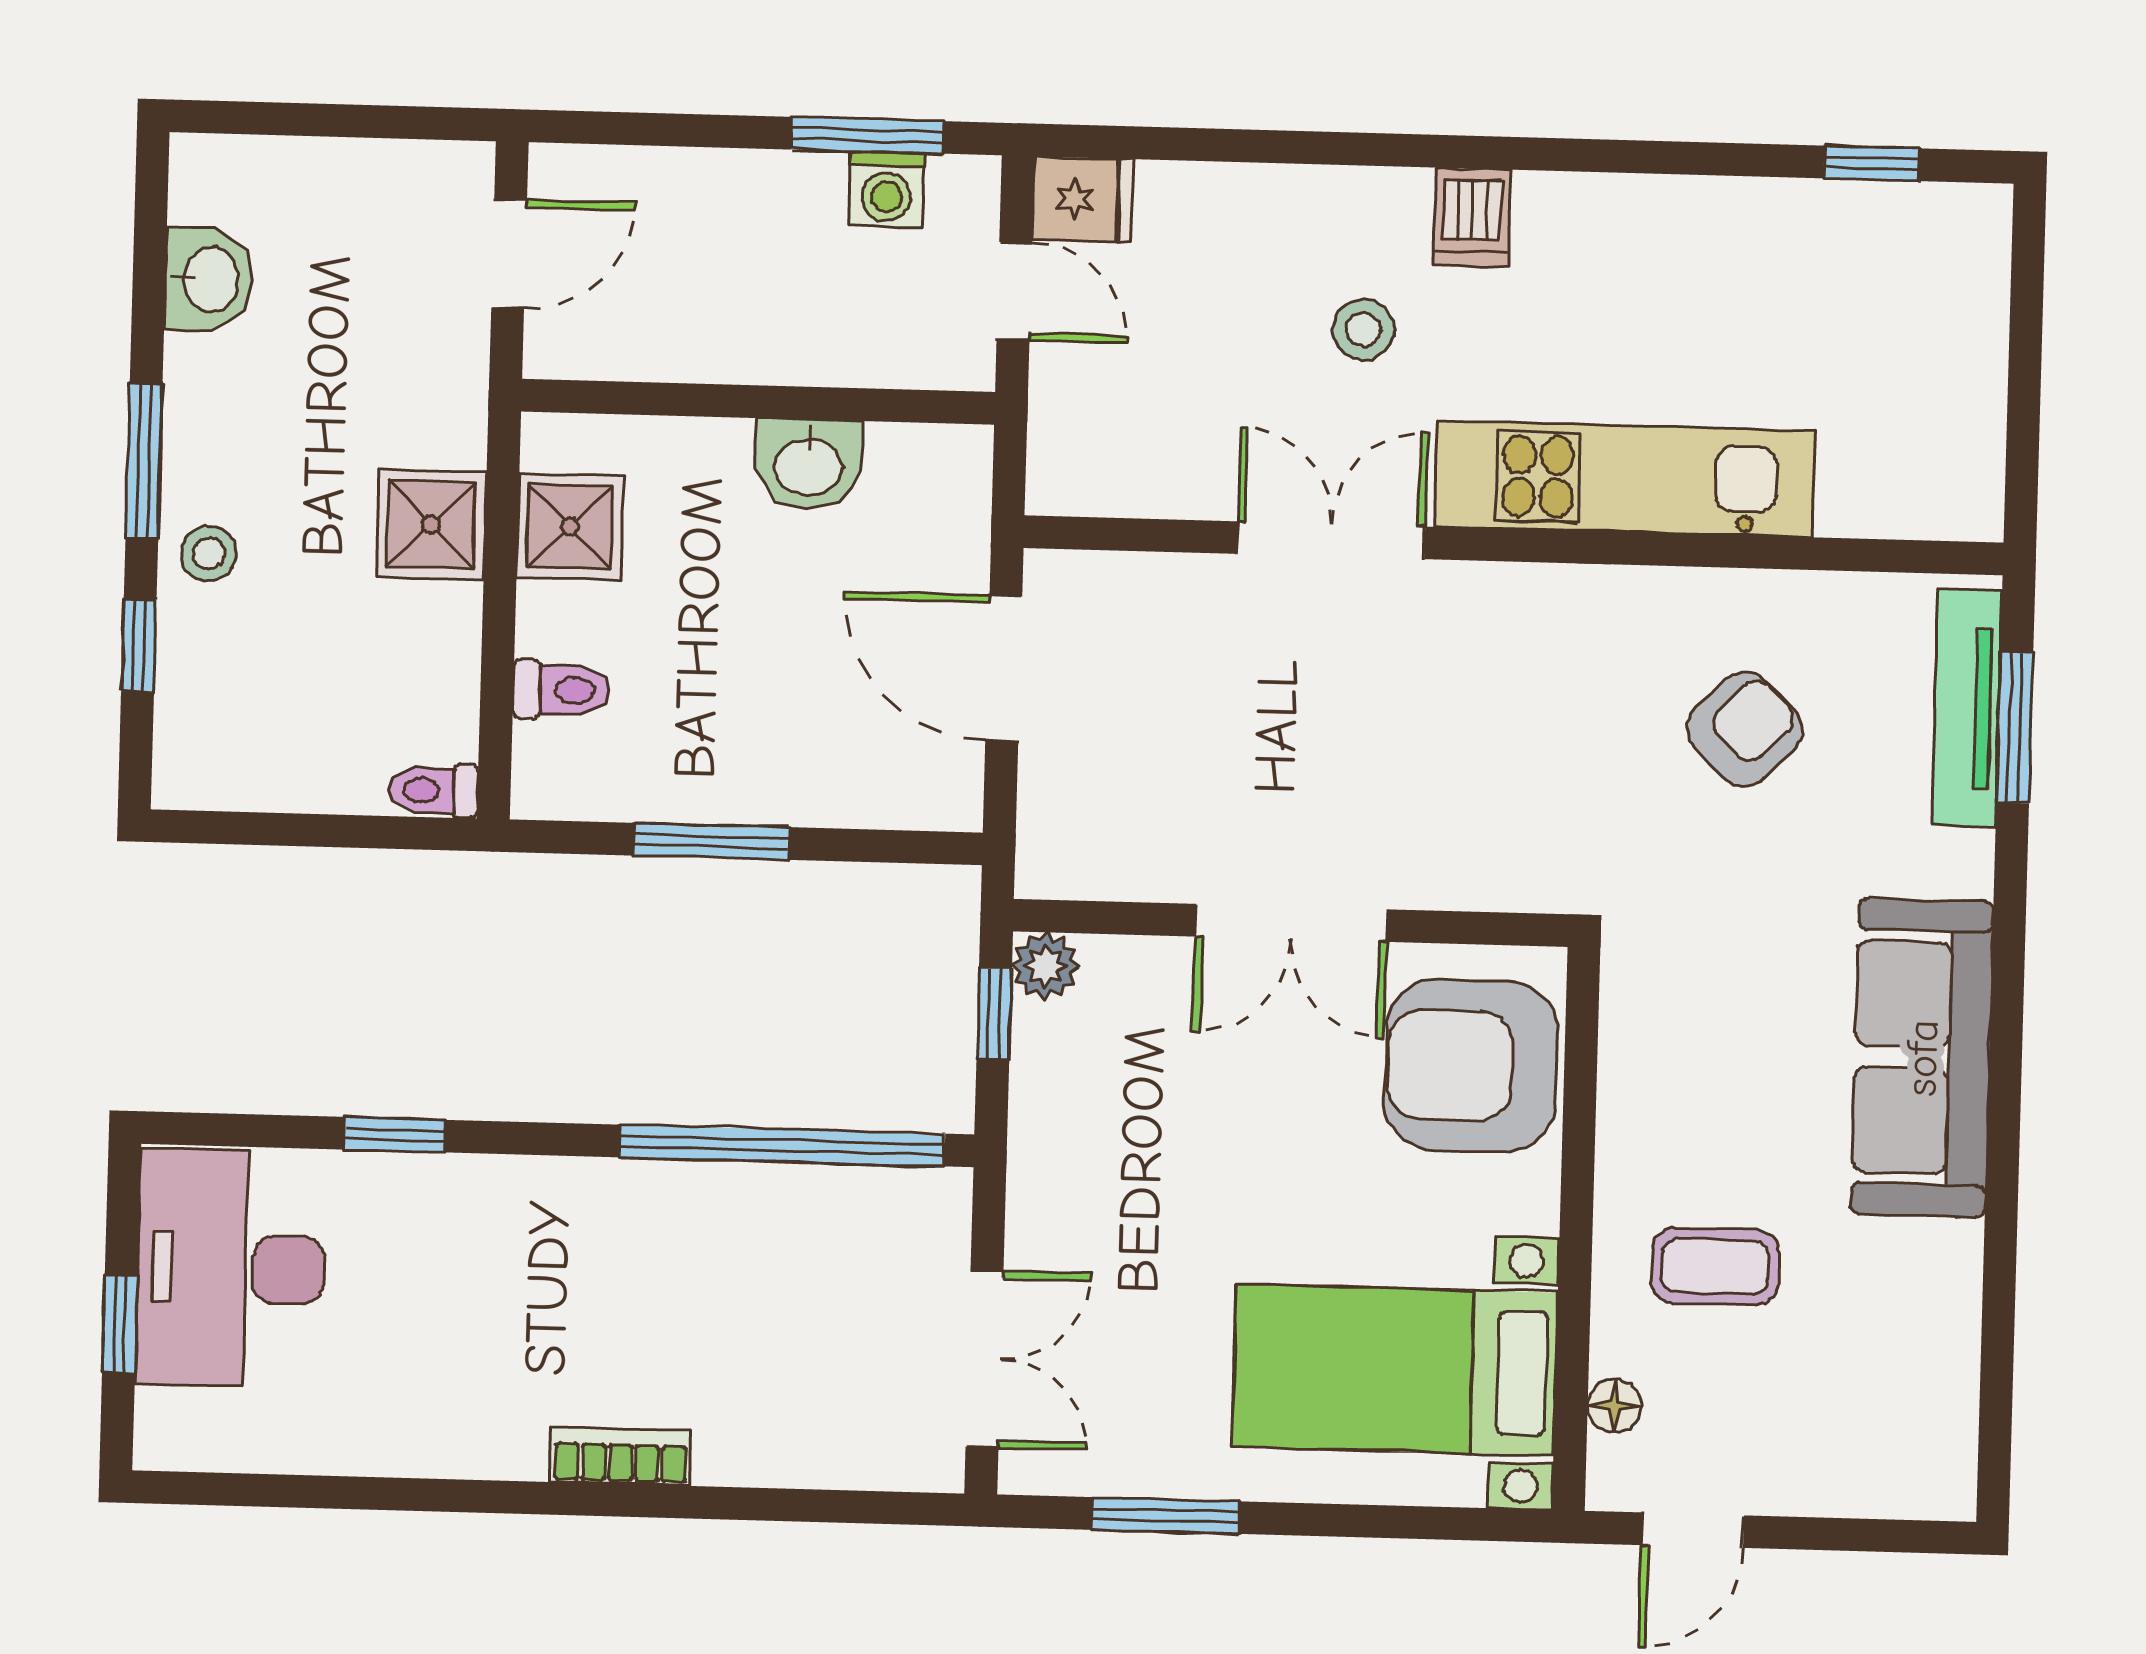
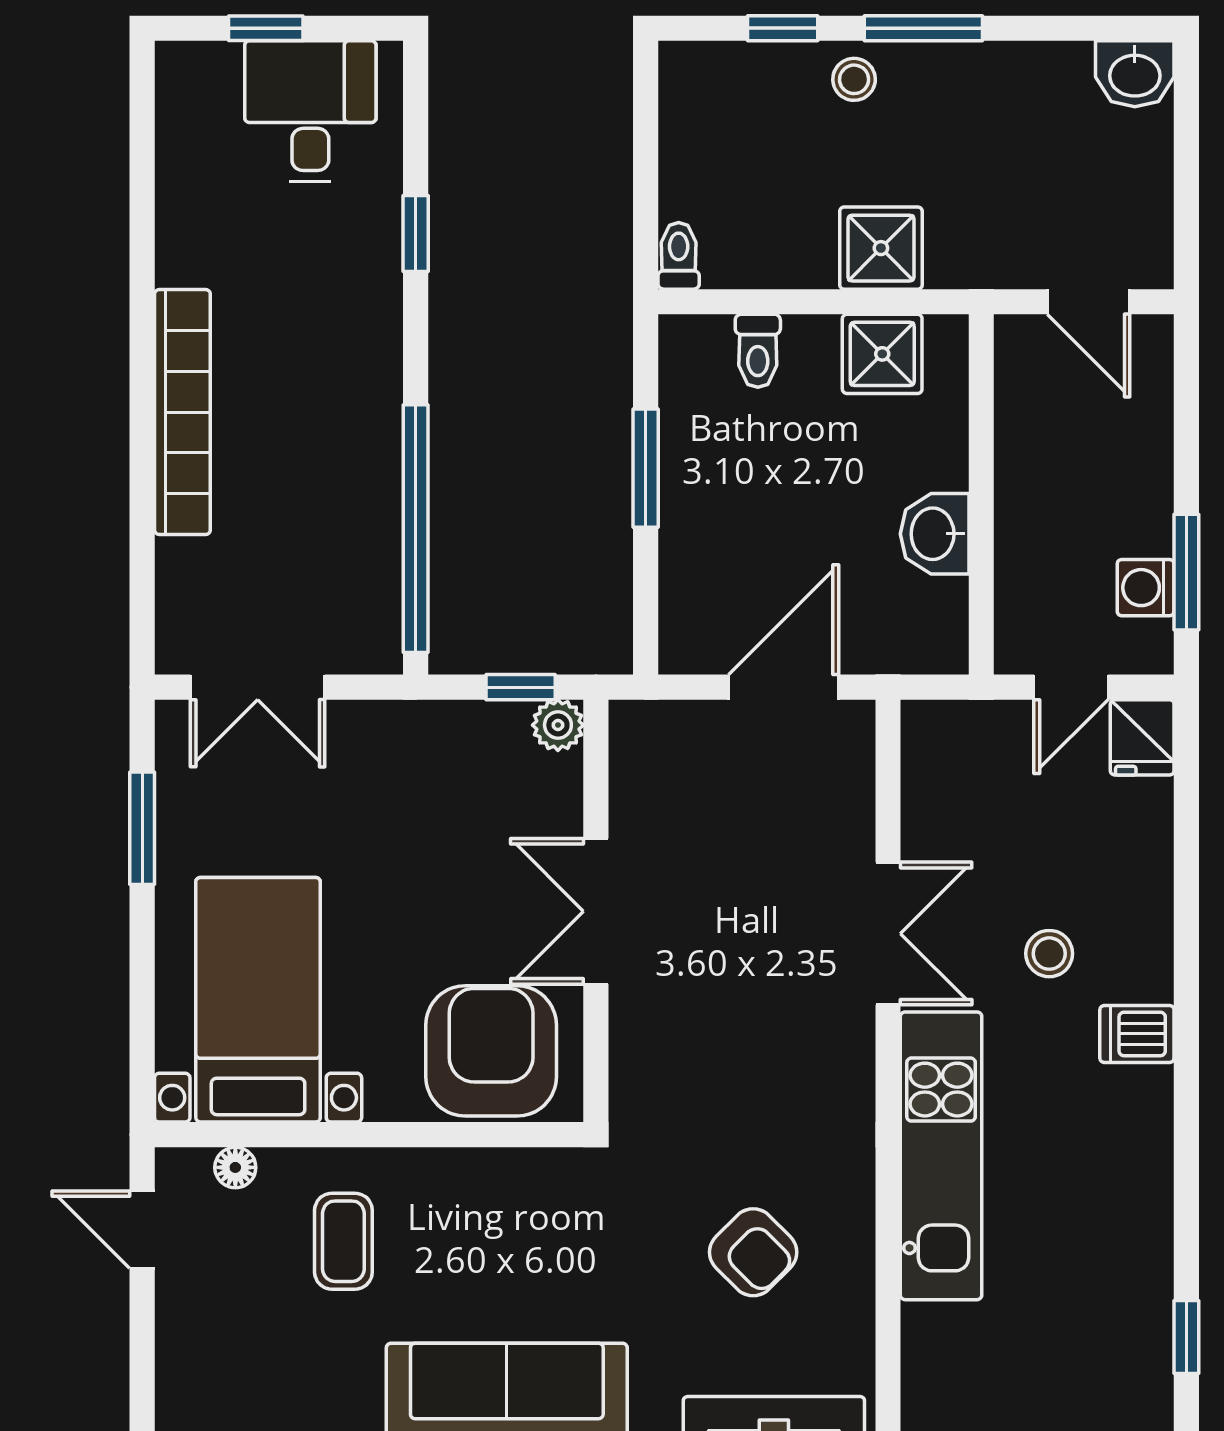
washbasin: (209, 279) -> (1135, 74), moved
desk: (231, 1268) -> (310, 111), width x0.73
bookcase: (620, 1456) -> (182, 412), width x2.31, depth x1.31

